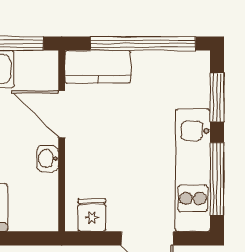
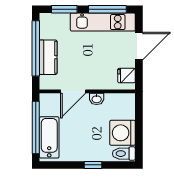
kitchen counter: (98, 67) -> (48, 57), moved

